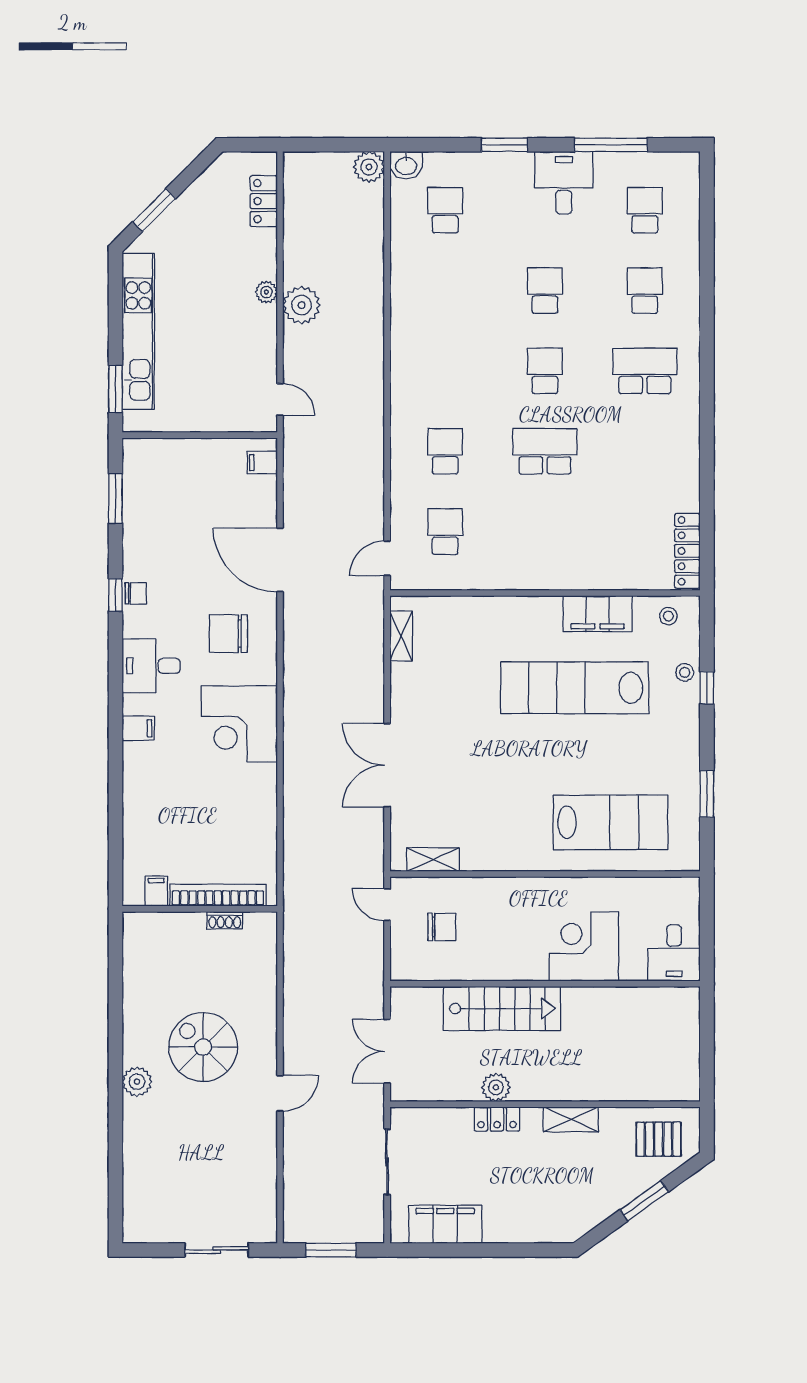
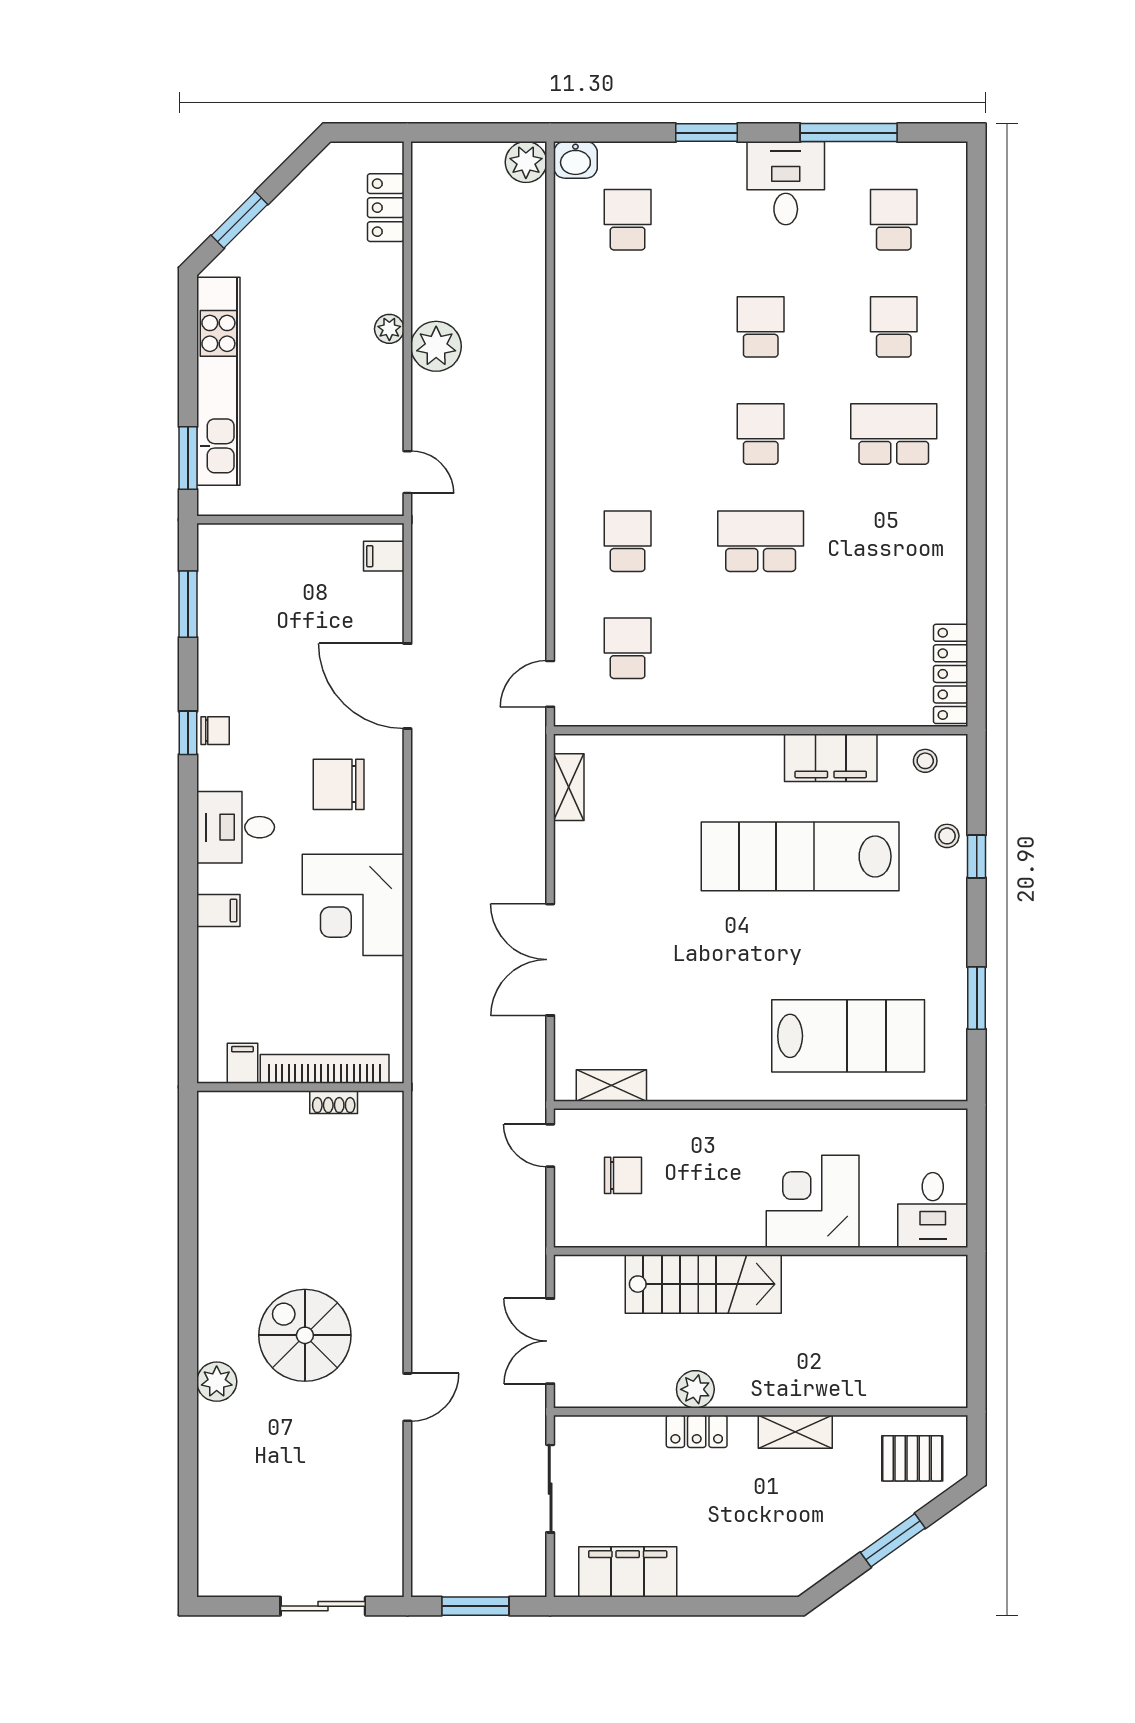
filing cabinet: (156, 891) -> (242, 1063), moved
bookcase: (218, 895) -> (325, 1069), moved
wall: (200, 909) -> (300, 1087), moved
shoe rack: (225, 920) -> (334, 1102), moved

